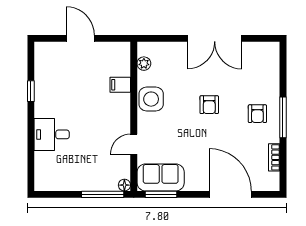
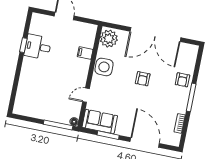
double door: (215, 38) -> (155, 34), width x1.36
plant: (144, 64) -> (109, 39), width x1.87, depth x1.87
armchair: (257, 114) -> (182, 80), moved
desk: (52, 134) -> (38, 47), moved
window: (161, 194) -> (108, 135), moved

